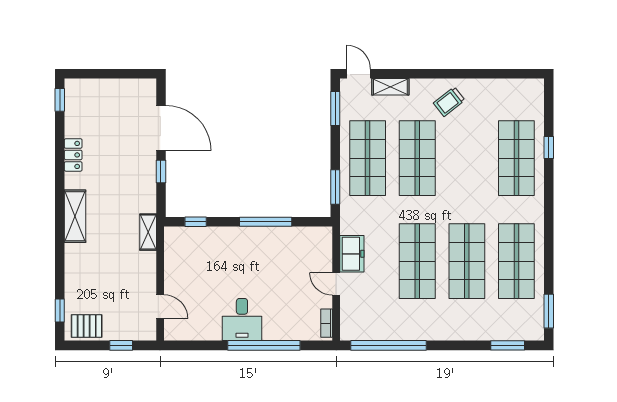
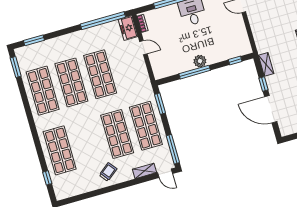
window: (335, 108) -> (173, 149), width x1.44
window: (549, 148) -> (47, 178), moved
shelving: (148, 232) -> (266, 64), moved
plant: (252, 237) -> (200, 61), added
freezer: (352, 254) -> (128, 28), moved

